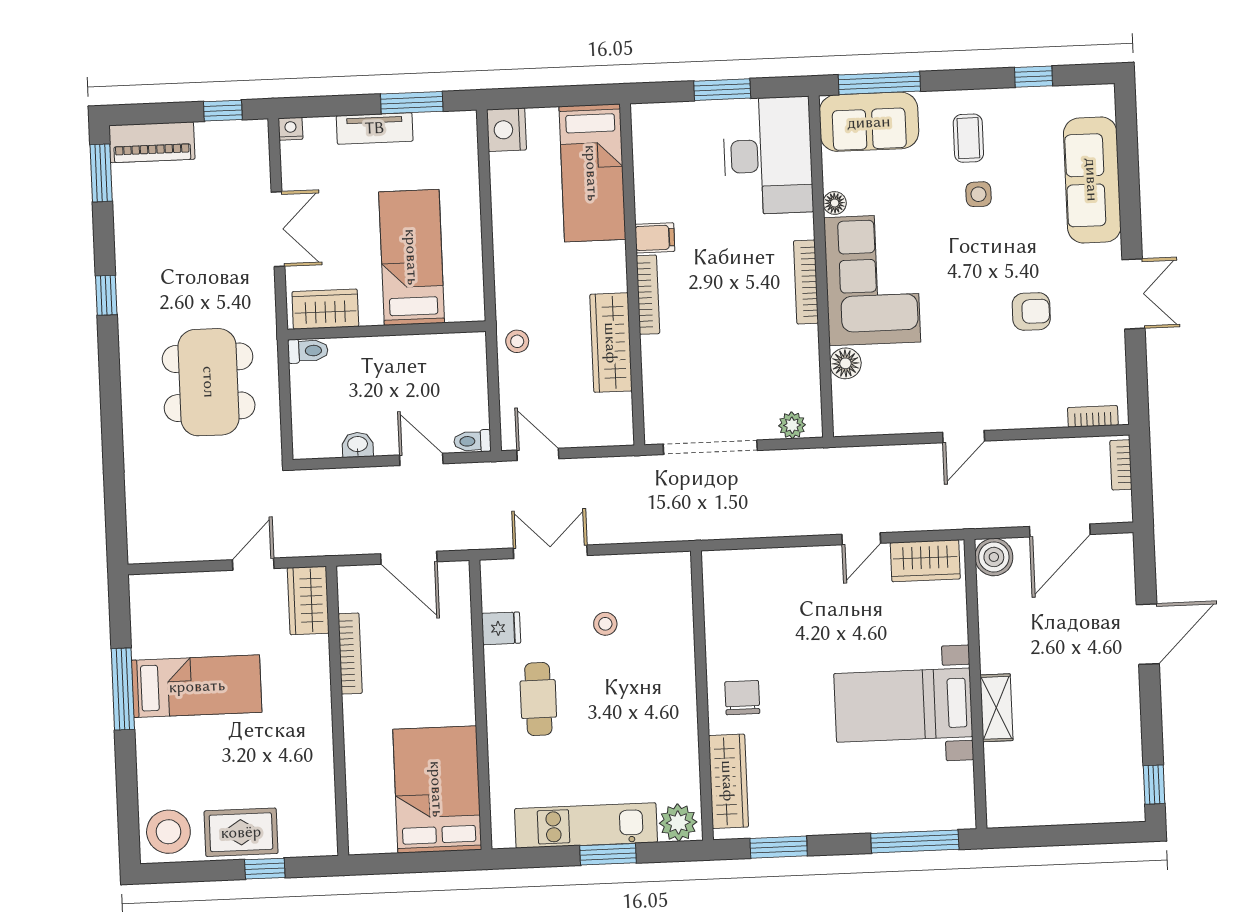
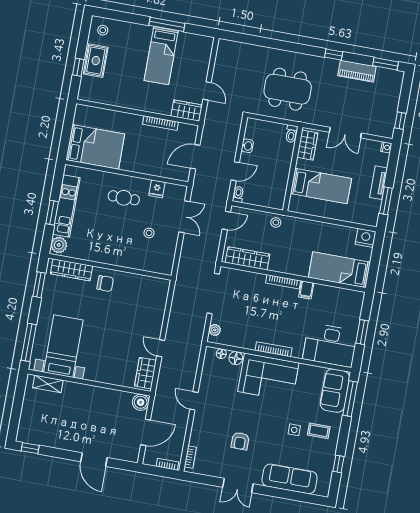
piano: (152, 142) -> (357, 71), moved, turned -90
floor lamp: (835, 203) -> (221, 354), moved
wardrobe: (611, 343) -> (247, 258), moved
door: (1060, 530) -> (146, 432), swing flipped
bed with nightstands: (903, 705) -> (63, 346), moved
shelving: (996, 708) -> (48, 384), moved
stool: (168, 832) -> (103, 30), width x0.53, depth x0.53

